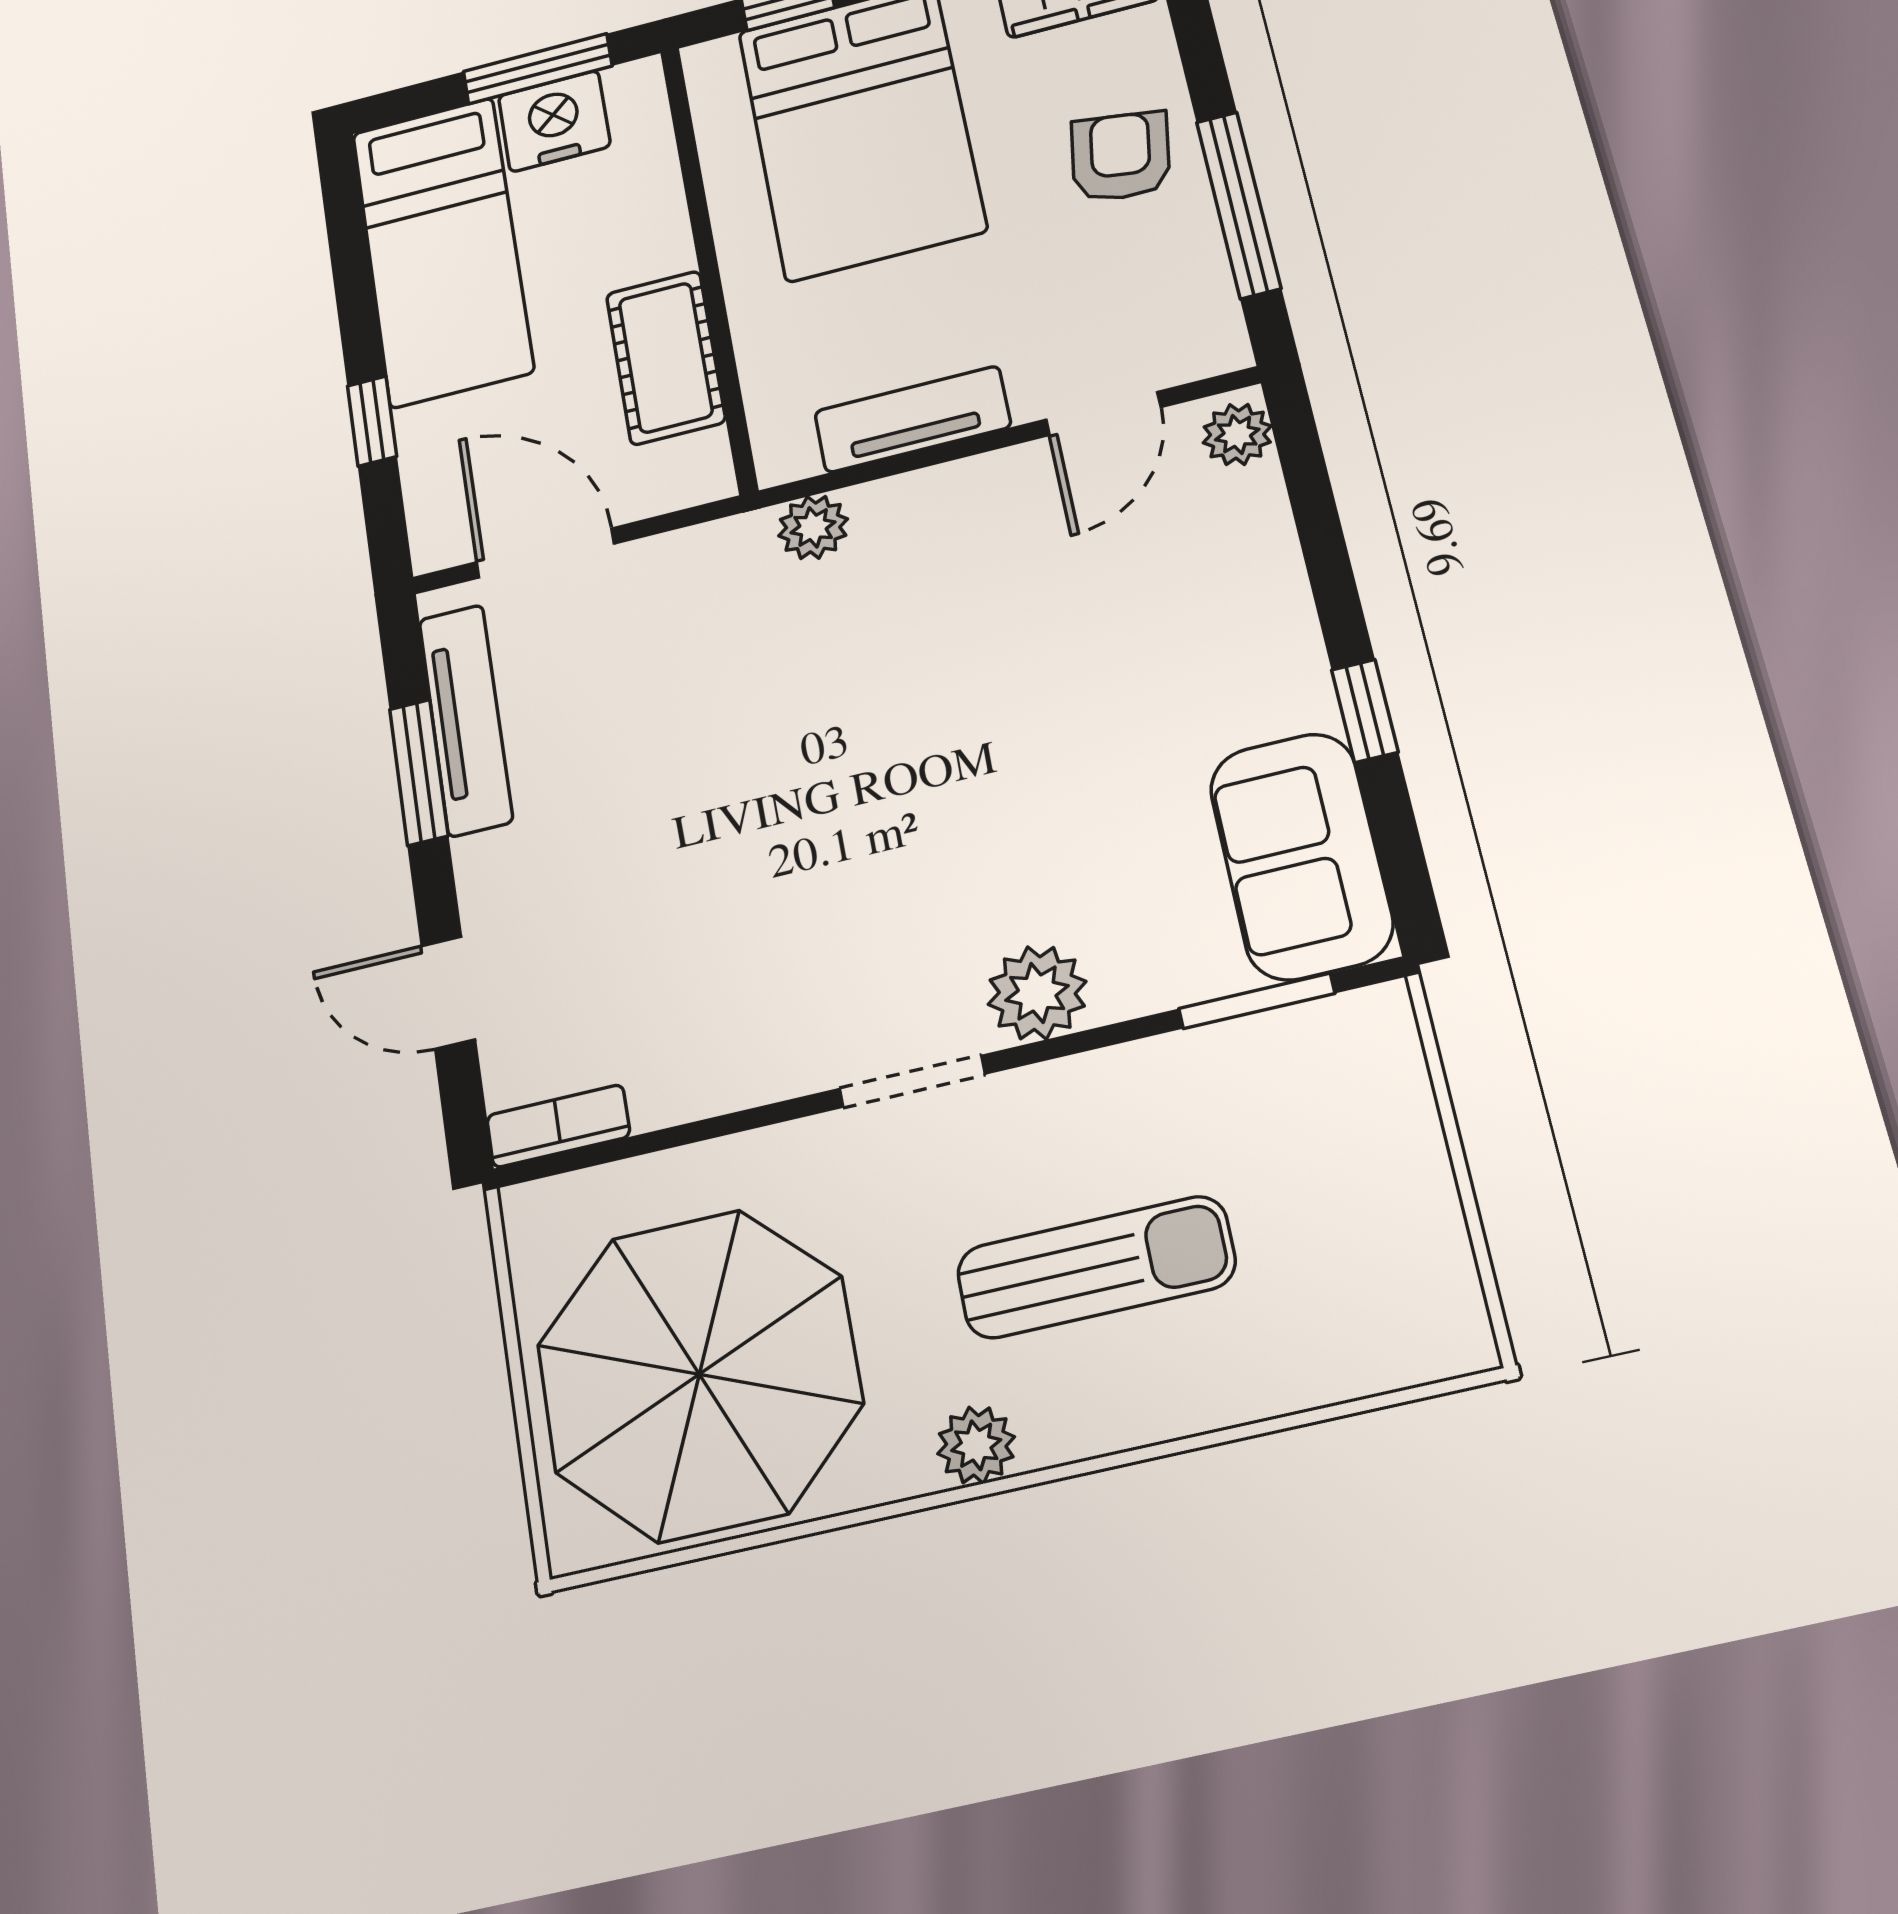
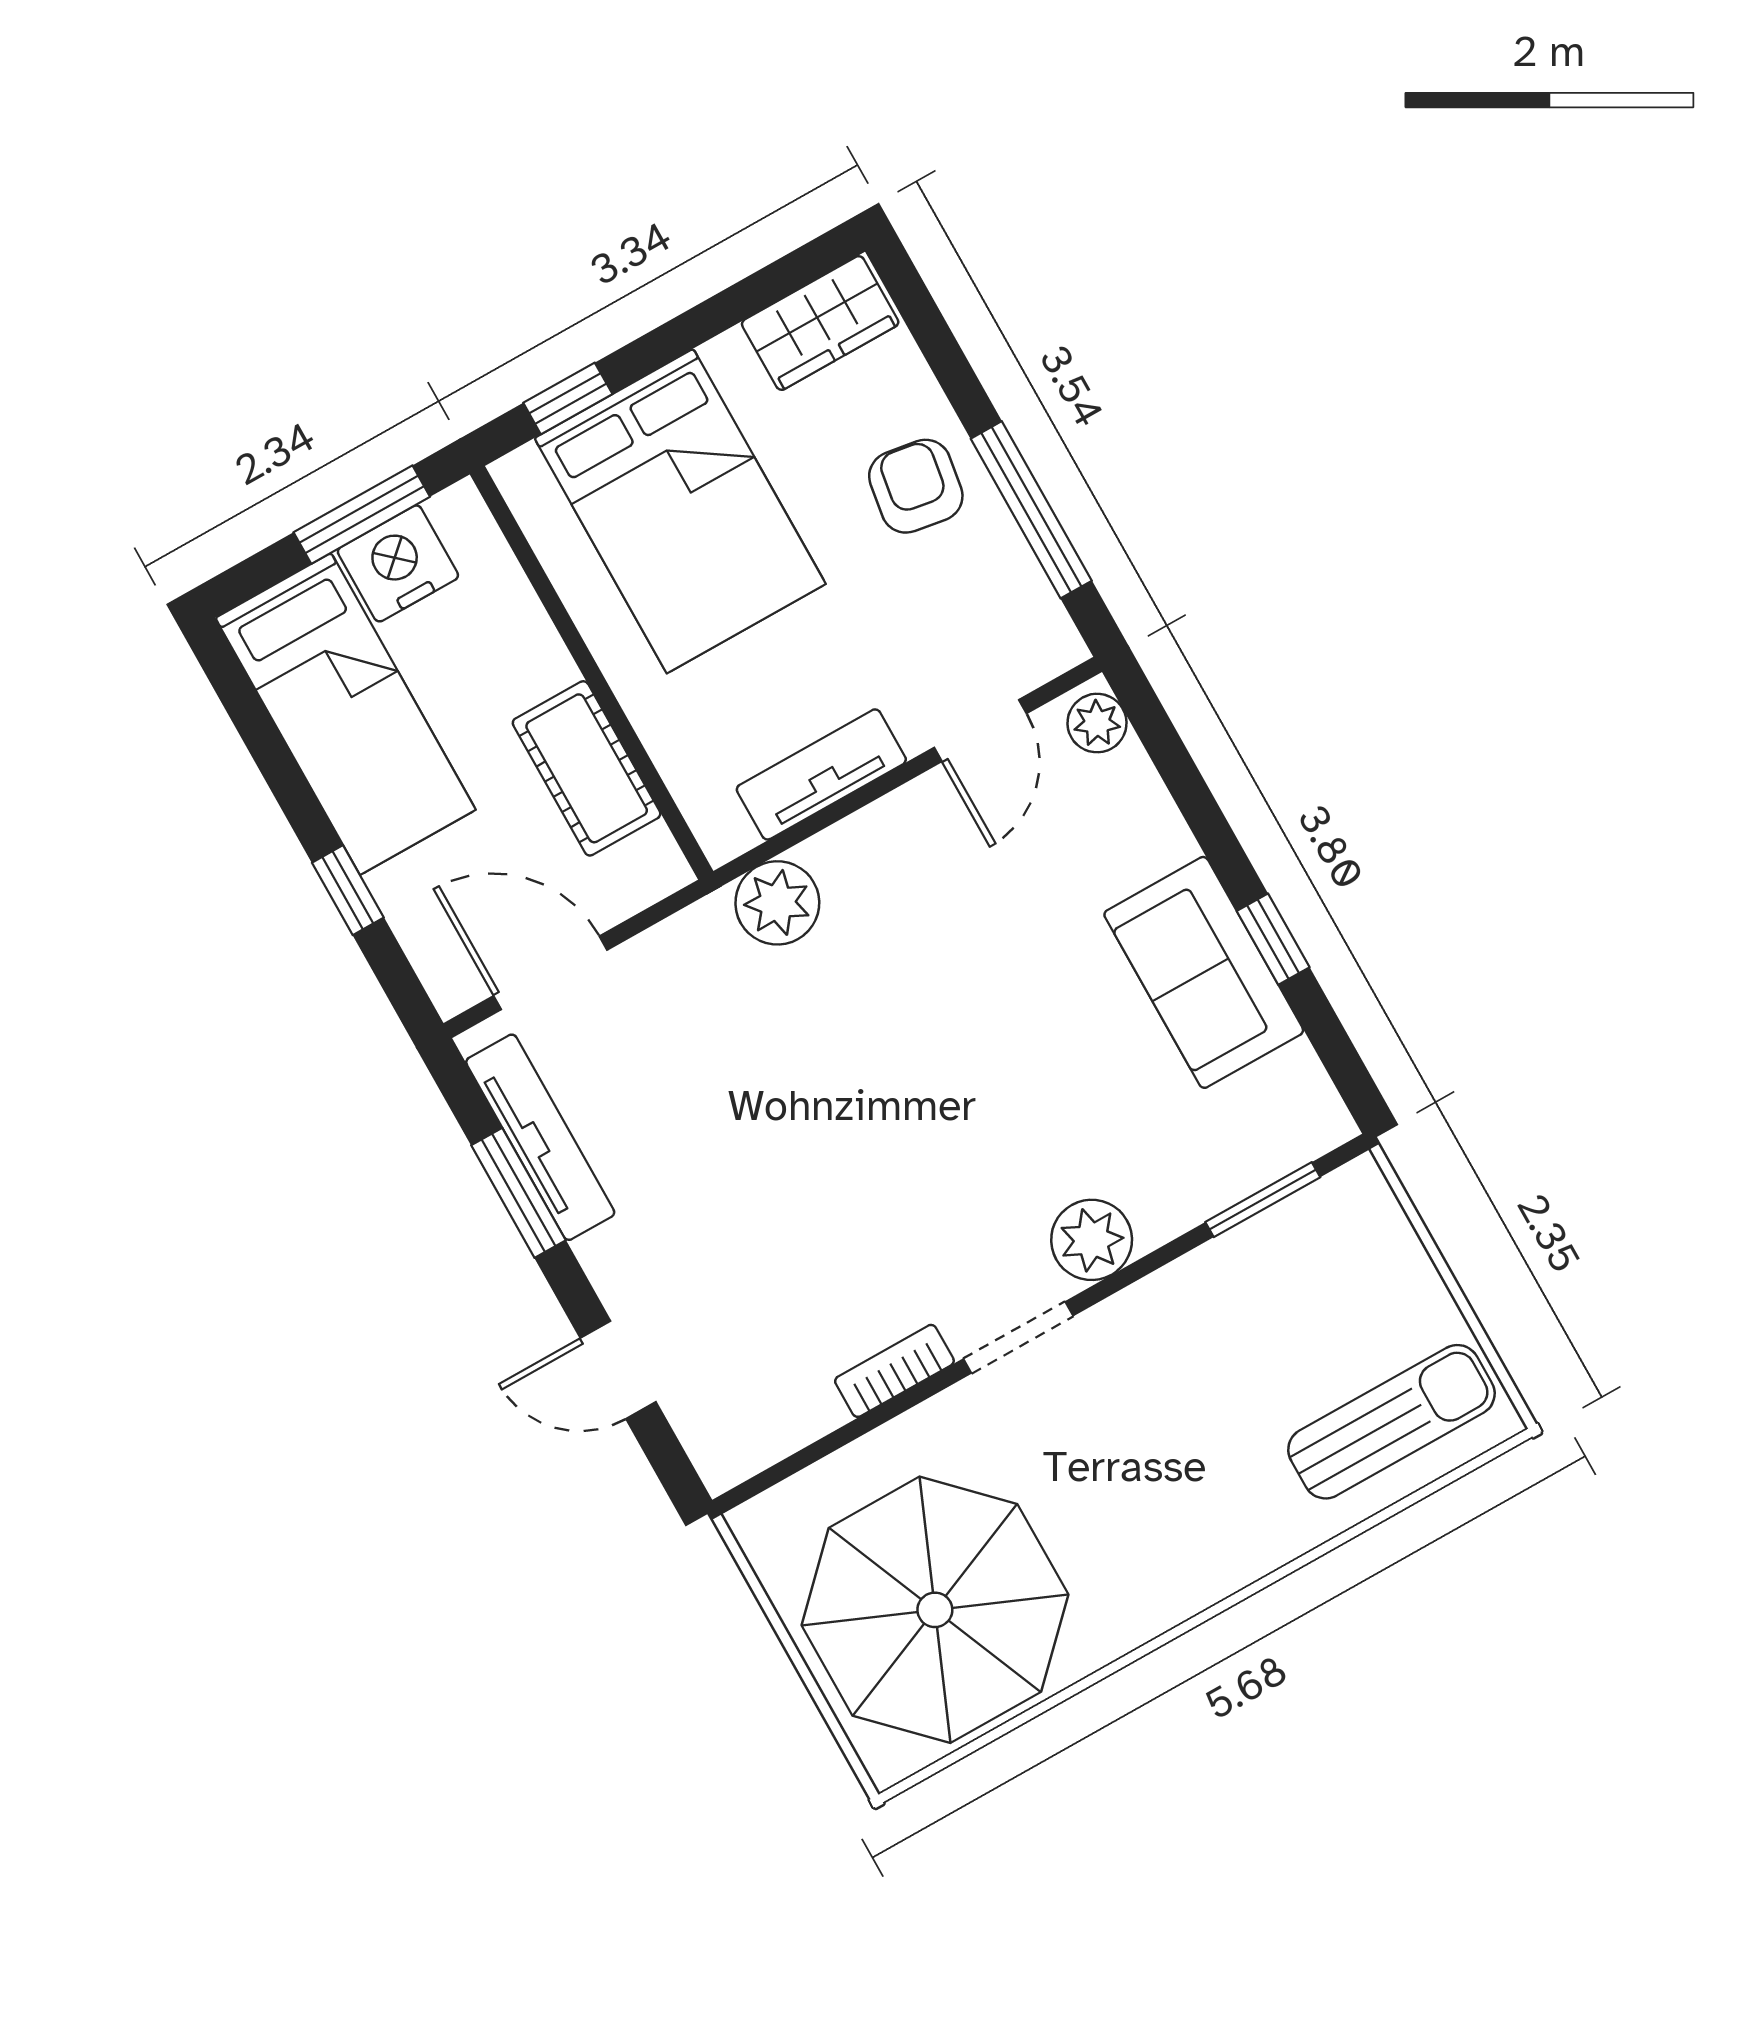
plant: (813, 527) -> (777, 903), width x1.38, depth x1.38
sofa: (1301, 856) -> (1204, 972), moved
bookcase: (558, 1126) -> (894, 1371), moved
sun lounger: (1096, 1267) -> (1391, 1422), moved
plant: (976, 1445) -> (1163, 1600), removed

